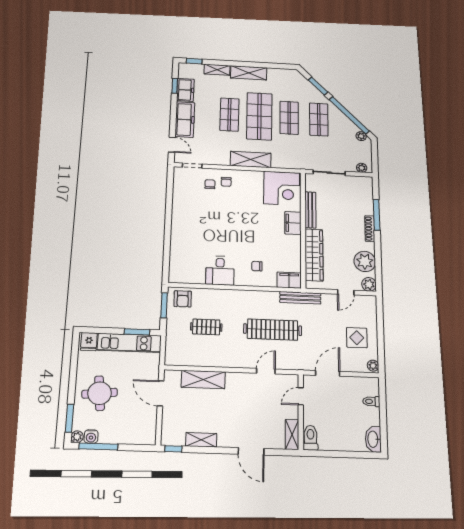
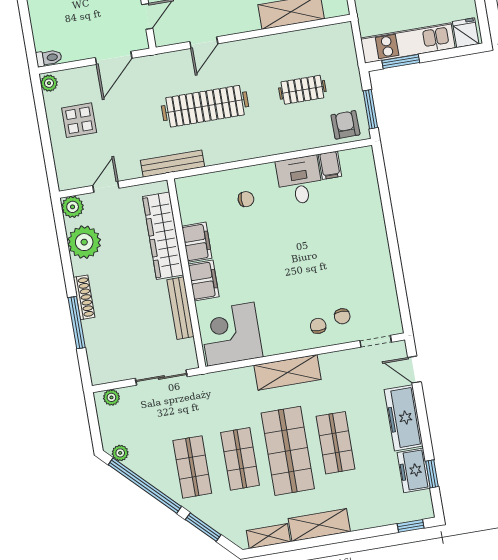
shelving: (217, 70) -> (268, 536), moved
filing cabinet: (198, 276) -> (330, 165), added
filing cabinet: (289, 280) -> (197, 242), moved, turned -90
toilet: (371, 401) -> (49, 58), moved

